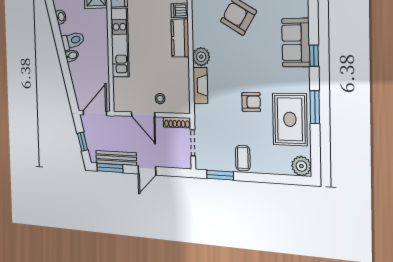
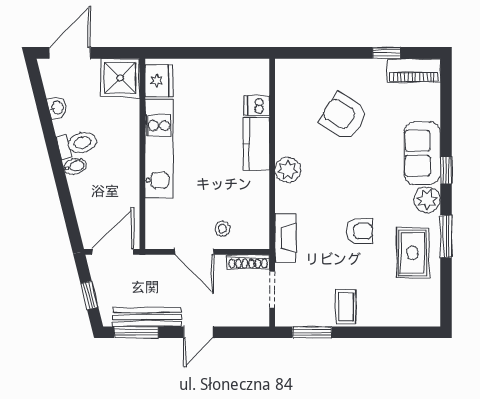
fireplace: (200, 85) -> (285, 238), moved
rug: (290, 119) -> (413, 253), width x0.73, depth x0.70
plant: (301, 166) -> (427, 200), moved

